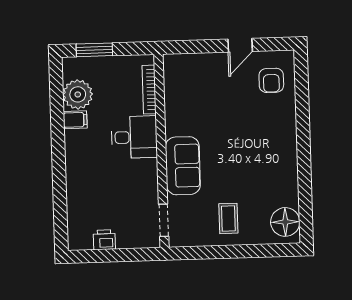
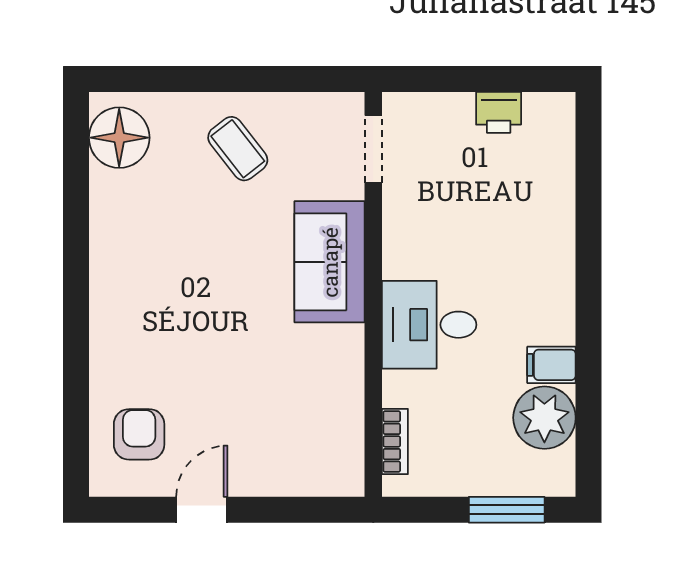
bookcase: (149, 90) -> (395, 441), width x0.64
coffee table: (228, 218) -> (238, 149), turned -38

